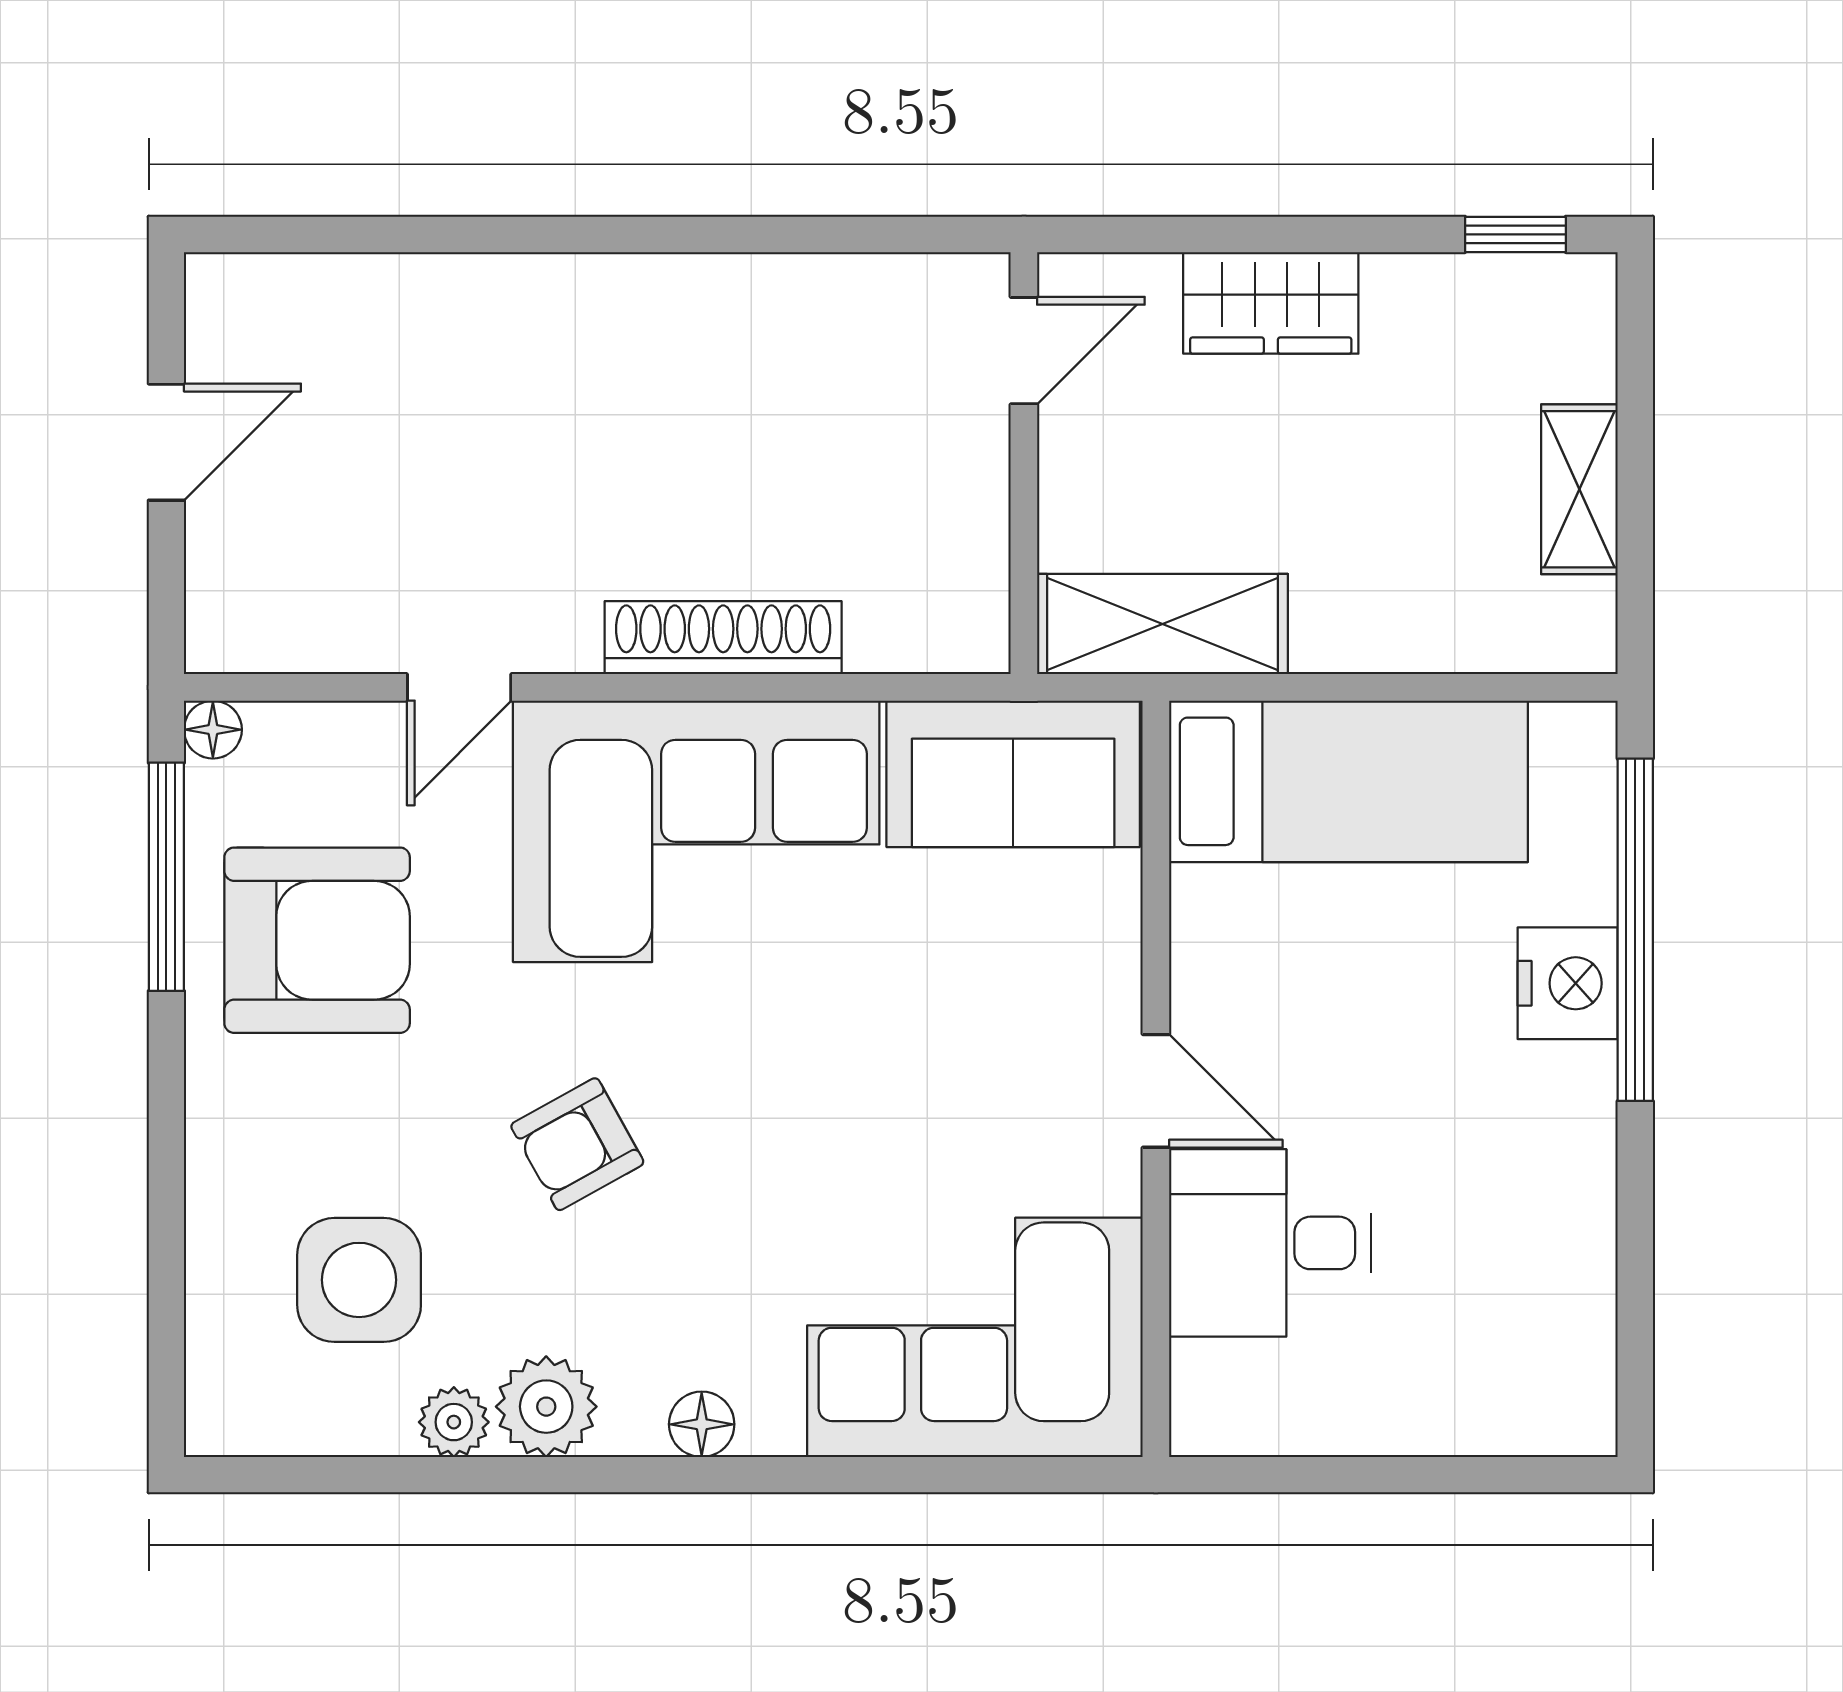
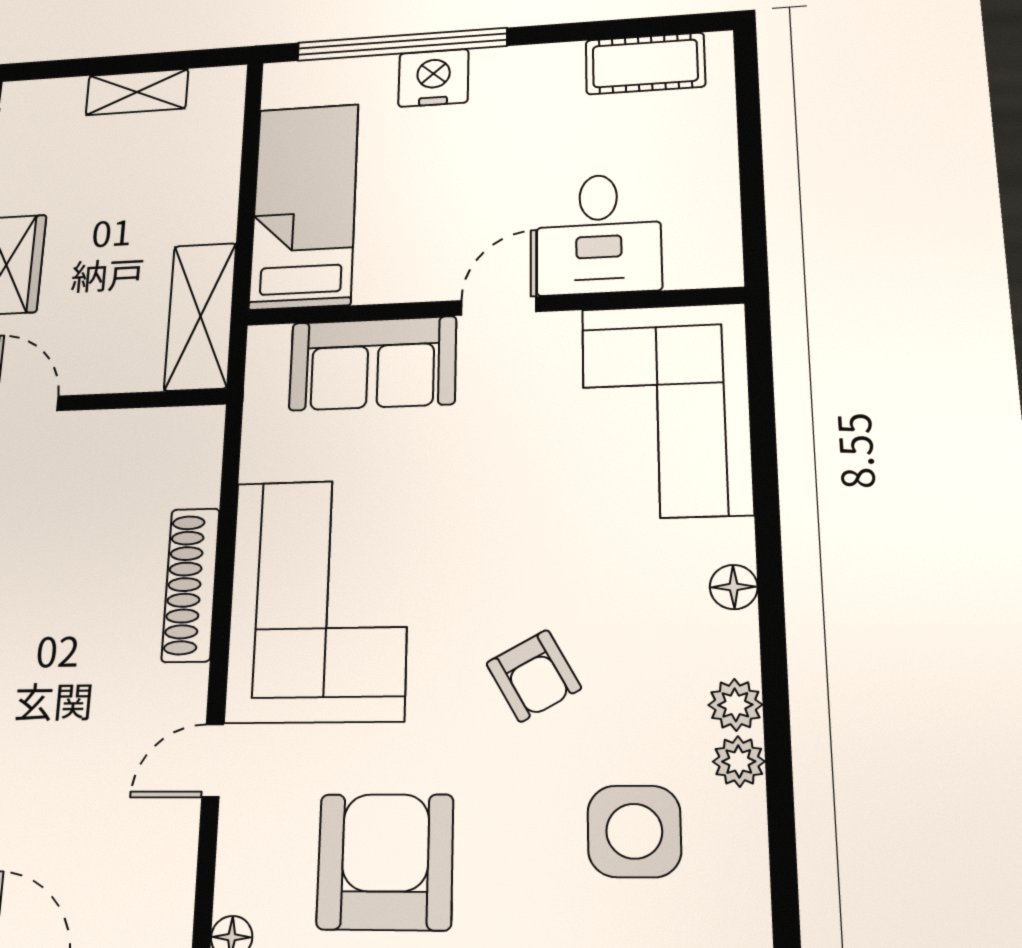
door: (459, 687) -> (213, 761), swing flipped
sofa: (1013, 774) -> (373, 363), moved, turned 90
cot: (1568, 1319) -> (645, 63), added
plant: (546, 1407) -> (735, 705), width x0.73, depth x0.73

